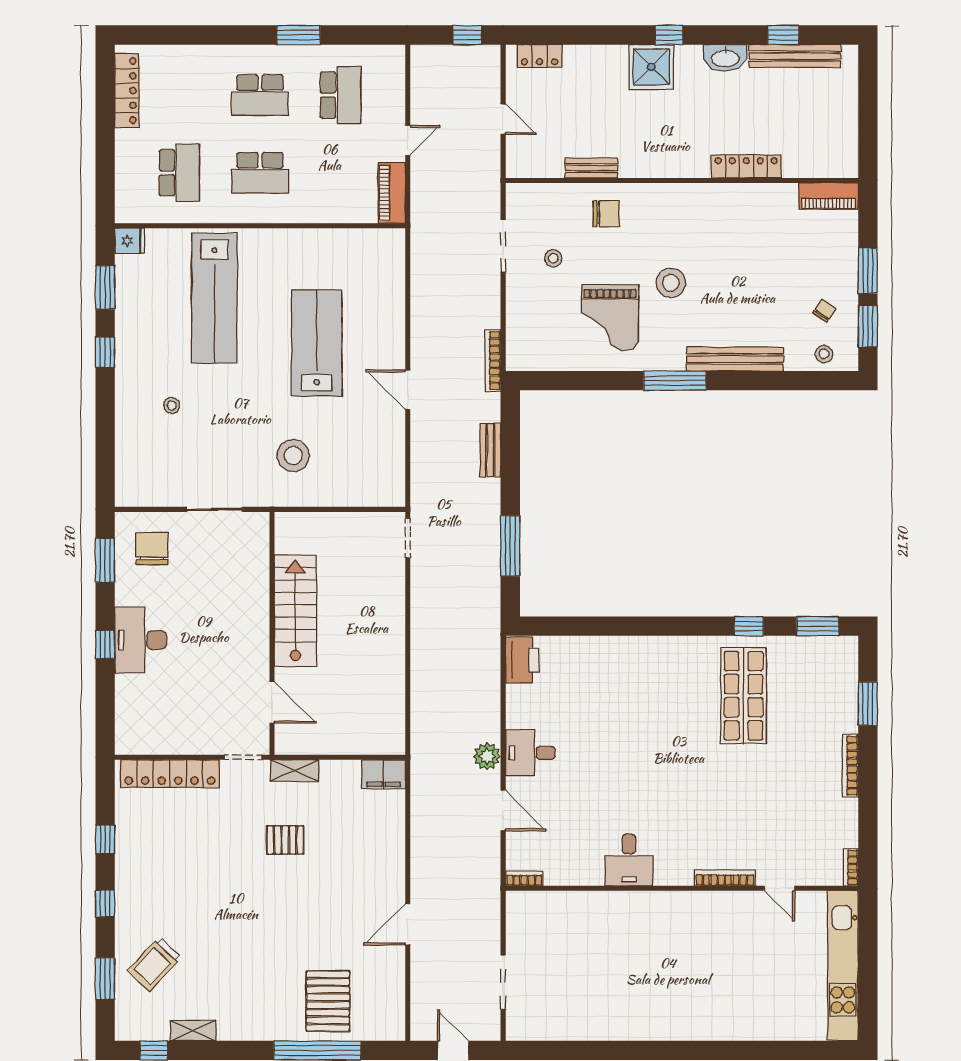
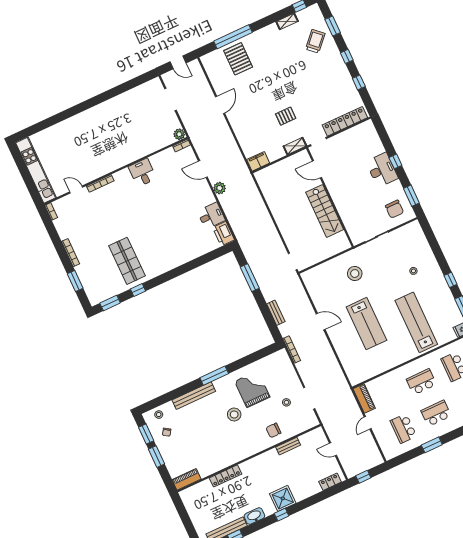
desk: (530, 753) -> (211, 216), moved
plant: (518, 903) -> (179, 134), added

